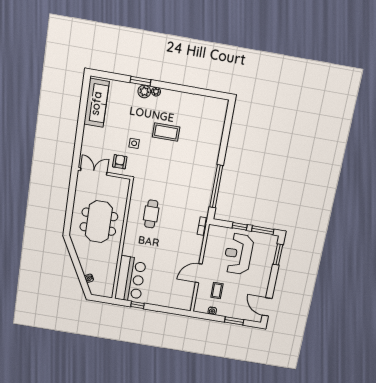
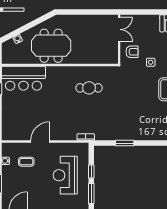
window: (216, 186) -> (125, 143), width x0.47
meeting table: (99, 222) -> (51, 46), moved
reception desk: (238, 254) -> (65, 175), turned -90
door: (199, 273) -> (40, 142), hinge flipped

